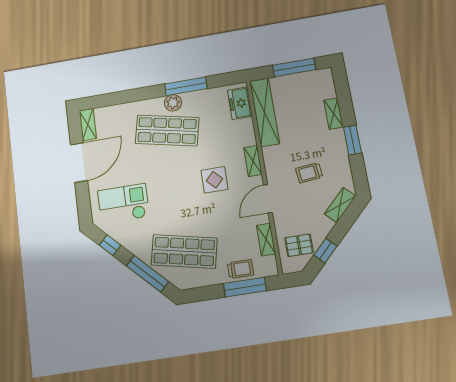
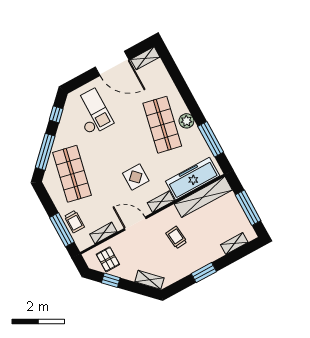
window: (186, 86) -> (211, 139), moved
freezer: (240, 103) -> (193, 179), width x1.91, depth x1.26
shelving: (333, 114) -> (234, 243), moved
trolley: (309, 173) -> (176, 237), moved

